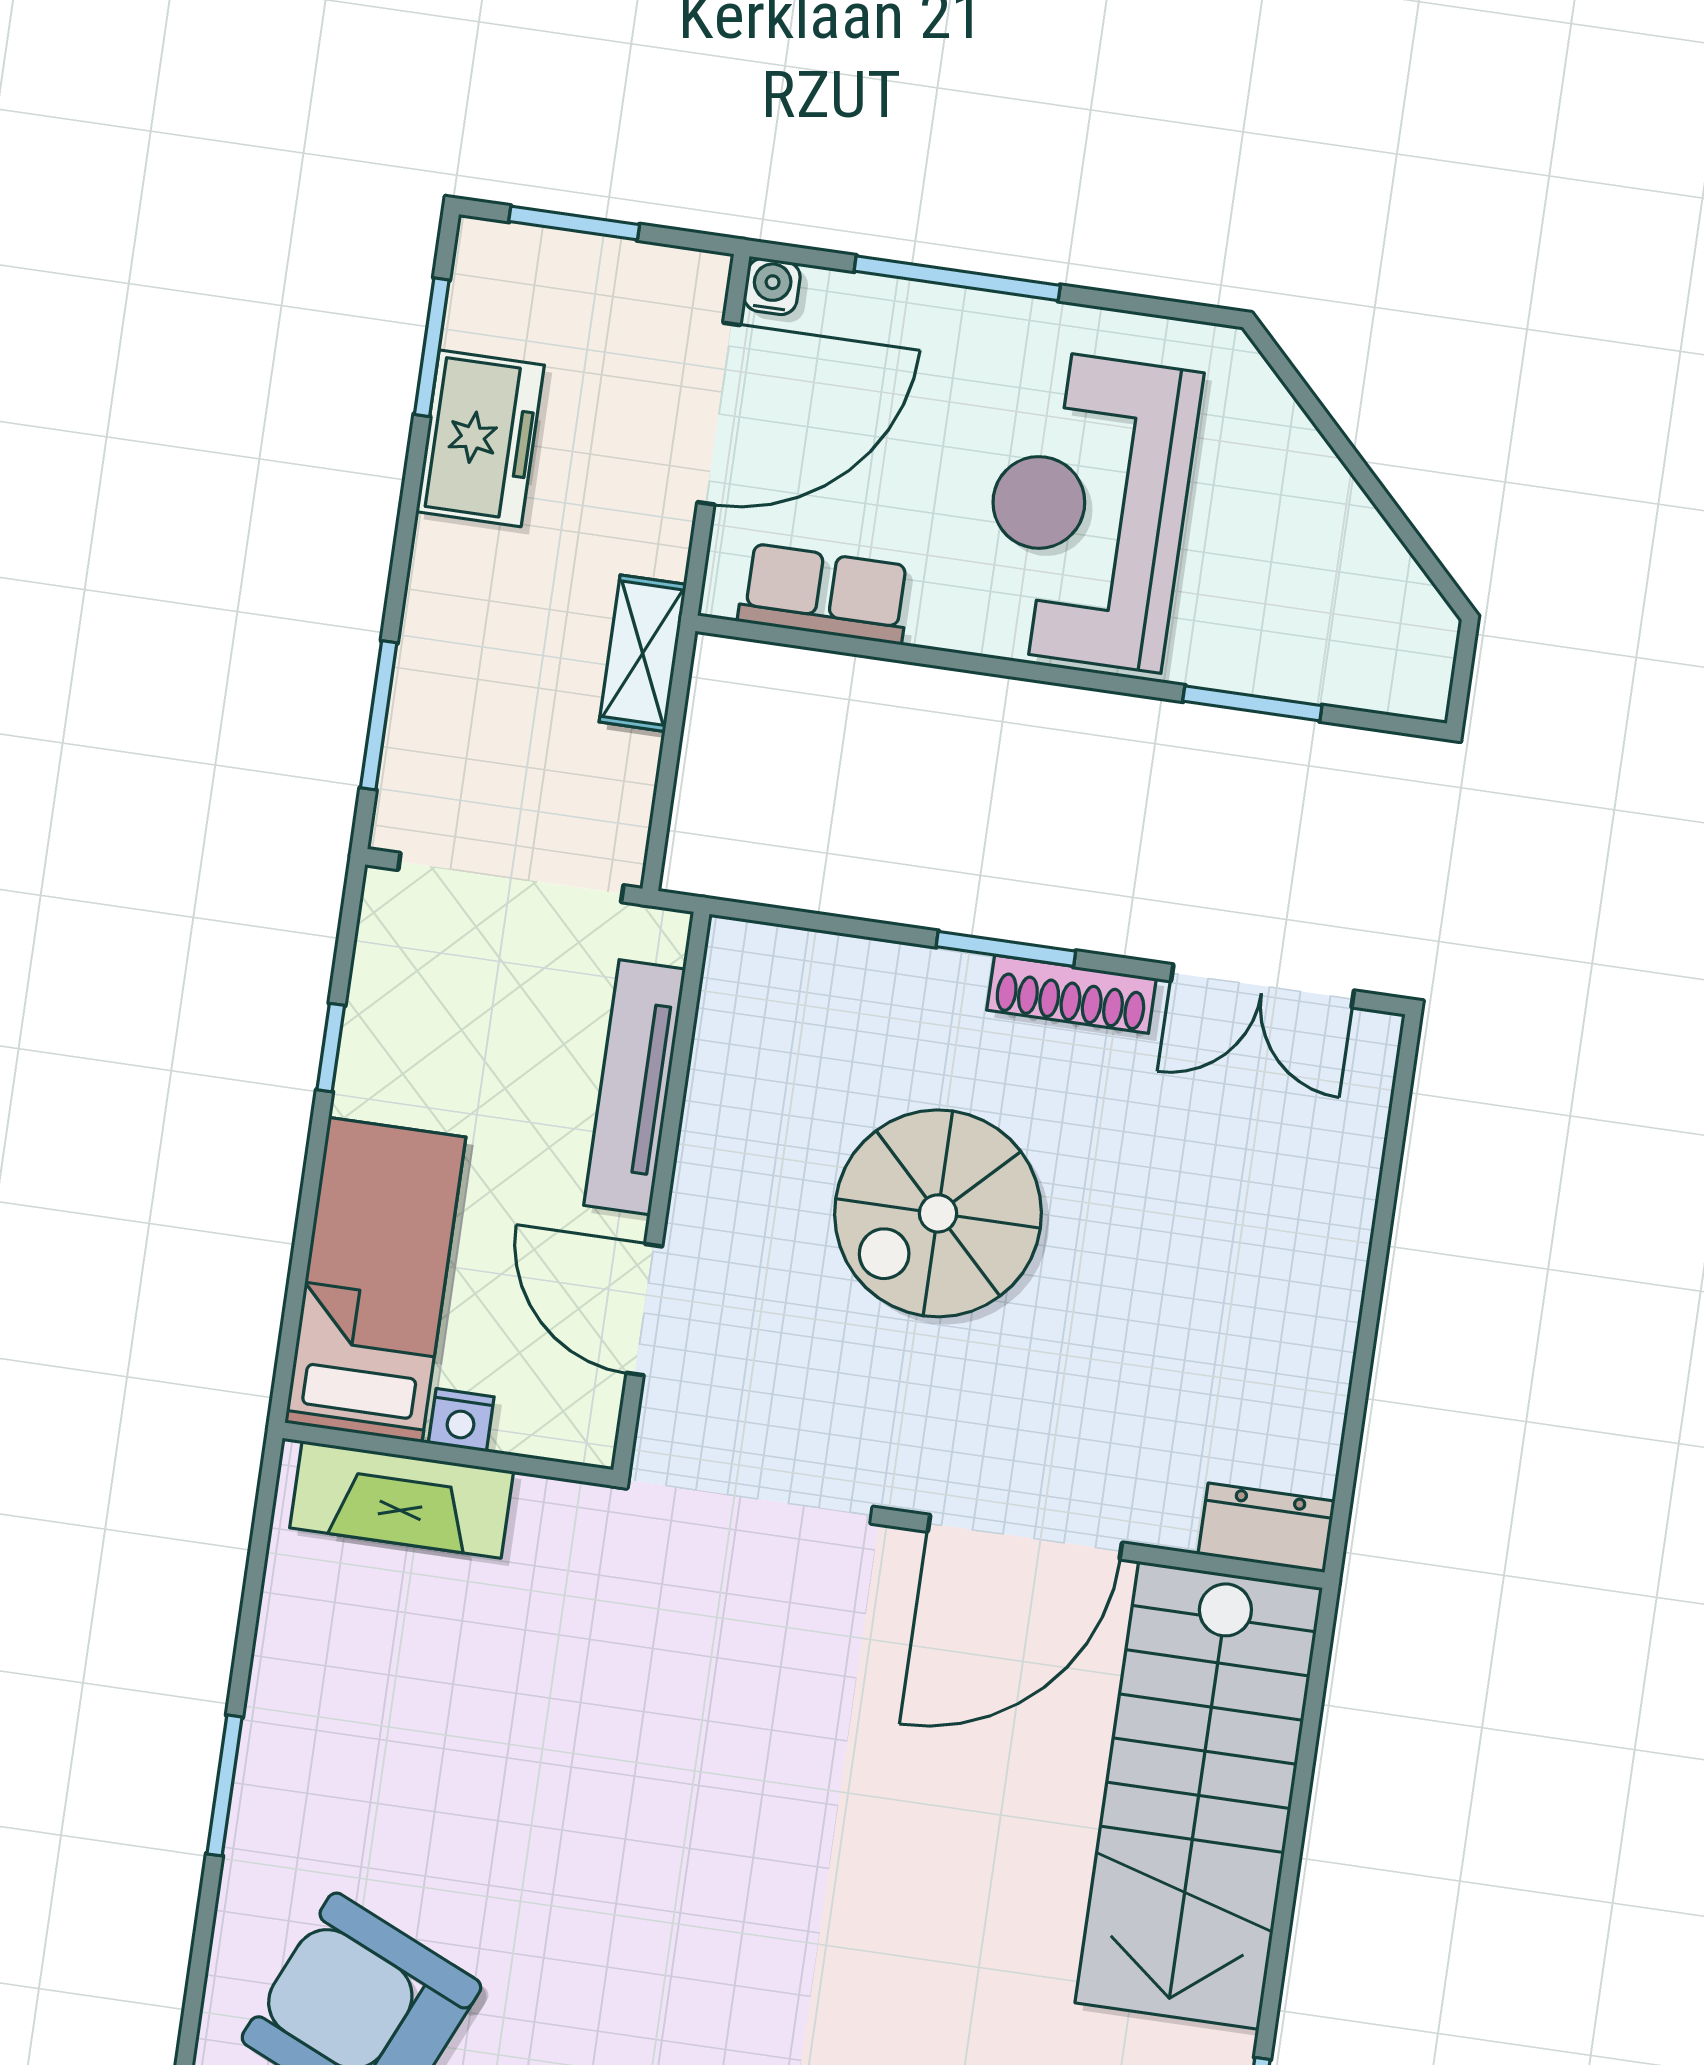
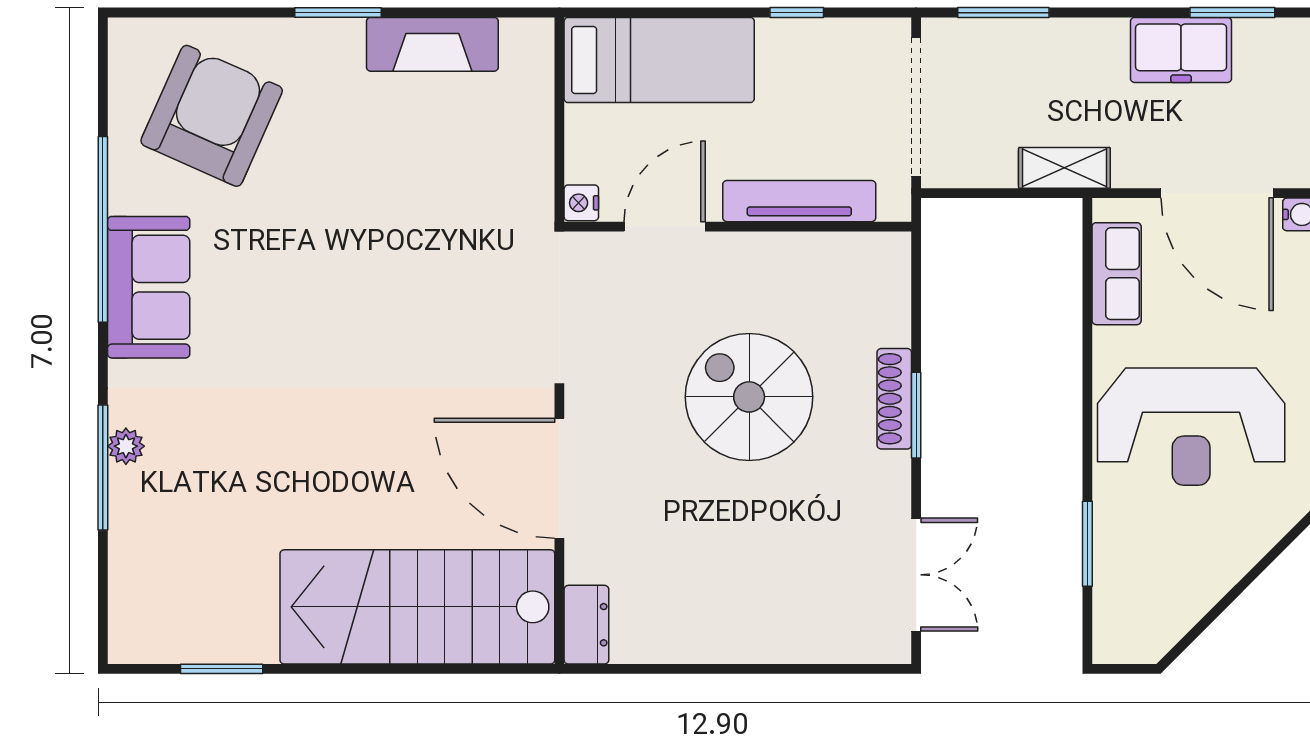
reception desk: (1088, 509) -> (1191, 427), turned 180
double door: (1262, 986) -> (916, 575), swing flipped
shoe rack: (1071, 994) -> (894, 399), moved
nightstand: (461, 1420) -> (581, 203), moved
fireplace: (402, 1500) -> (432, 44), moved, turned -90

